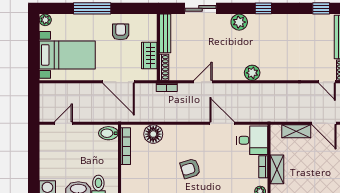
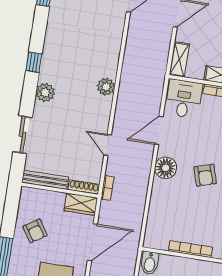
armchair: (121, 32) -> (35, 231), turned -123
wardrobe: (149, 56) -> (81, 204), moved
shelving: (296, 131) -> (179, 59), moved
floor lamp: (153, 134) -> (166, 168), moved
bookcase: (126, 146) -> (190, 249), moved

